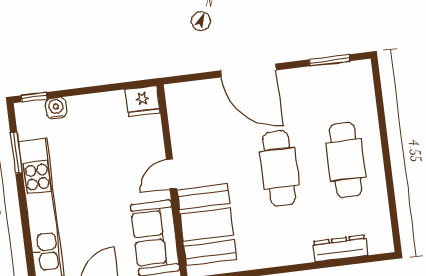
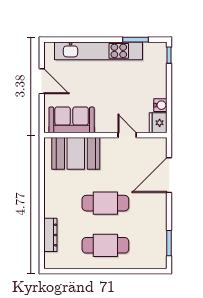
door: (248, 70) -> (169, 175), moved
water cooler: (56, 108) -> (160, 105), moved
door: (171, 174) -> (127, 135), moved

